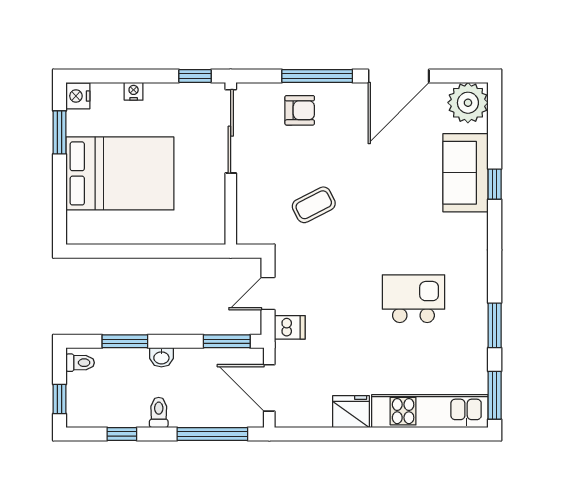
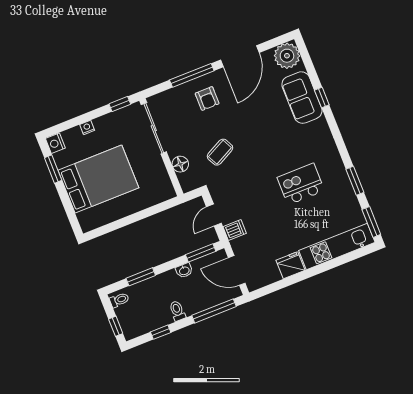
armchair: (300, 110) -> (207, 99), moved, turned 90
floor lamp: (249, 199) -> (180, 164), added
washbasin: (161, 357) -> (184, 270), moved

